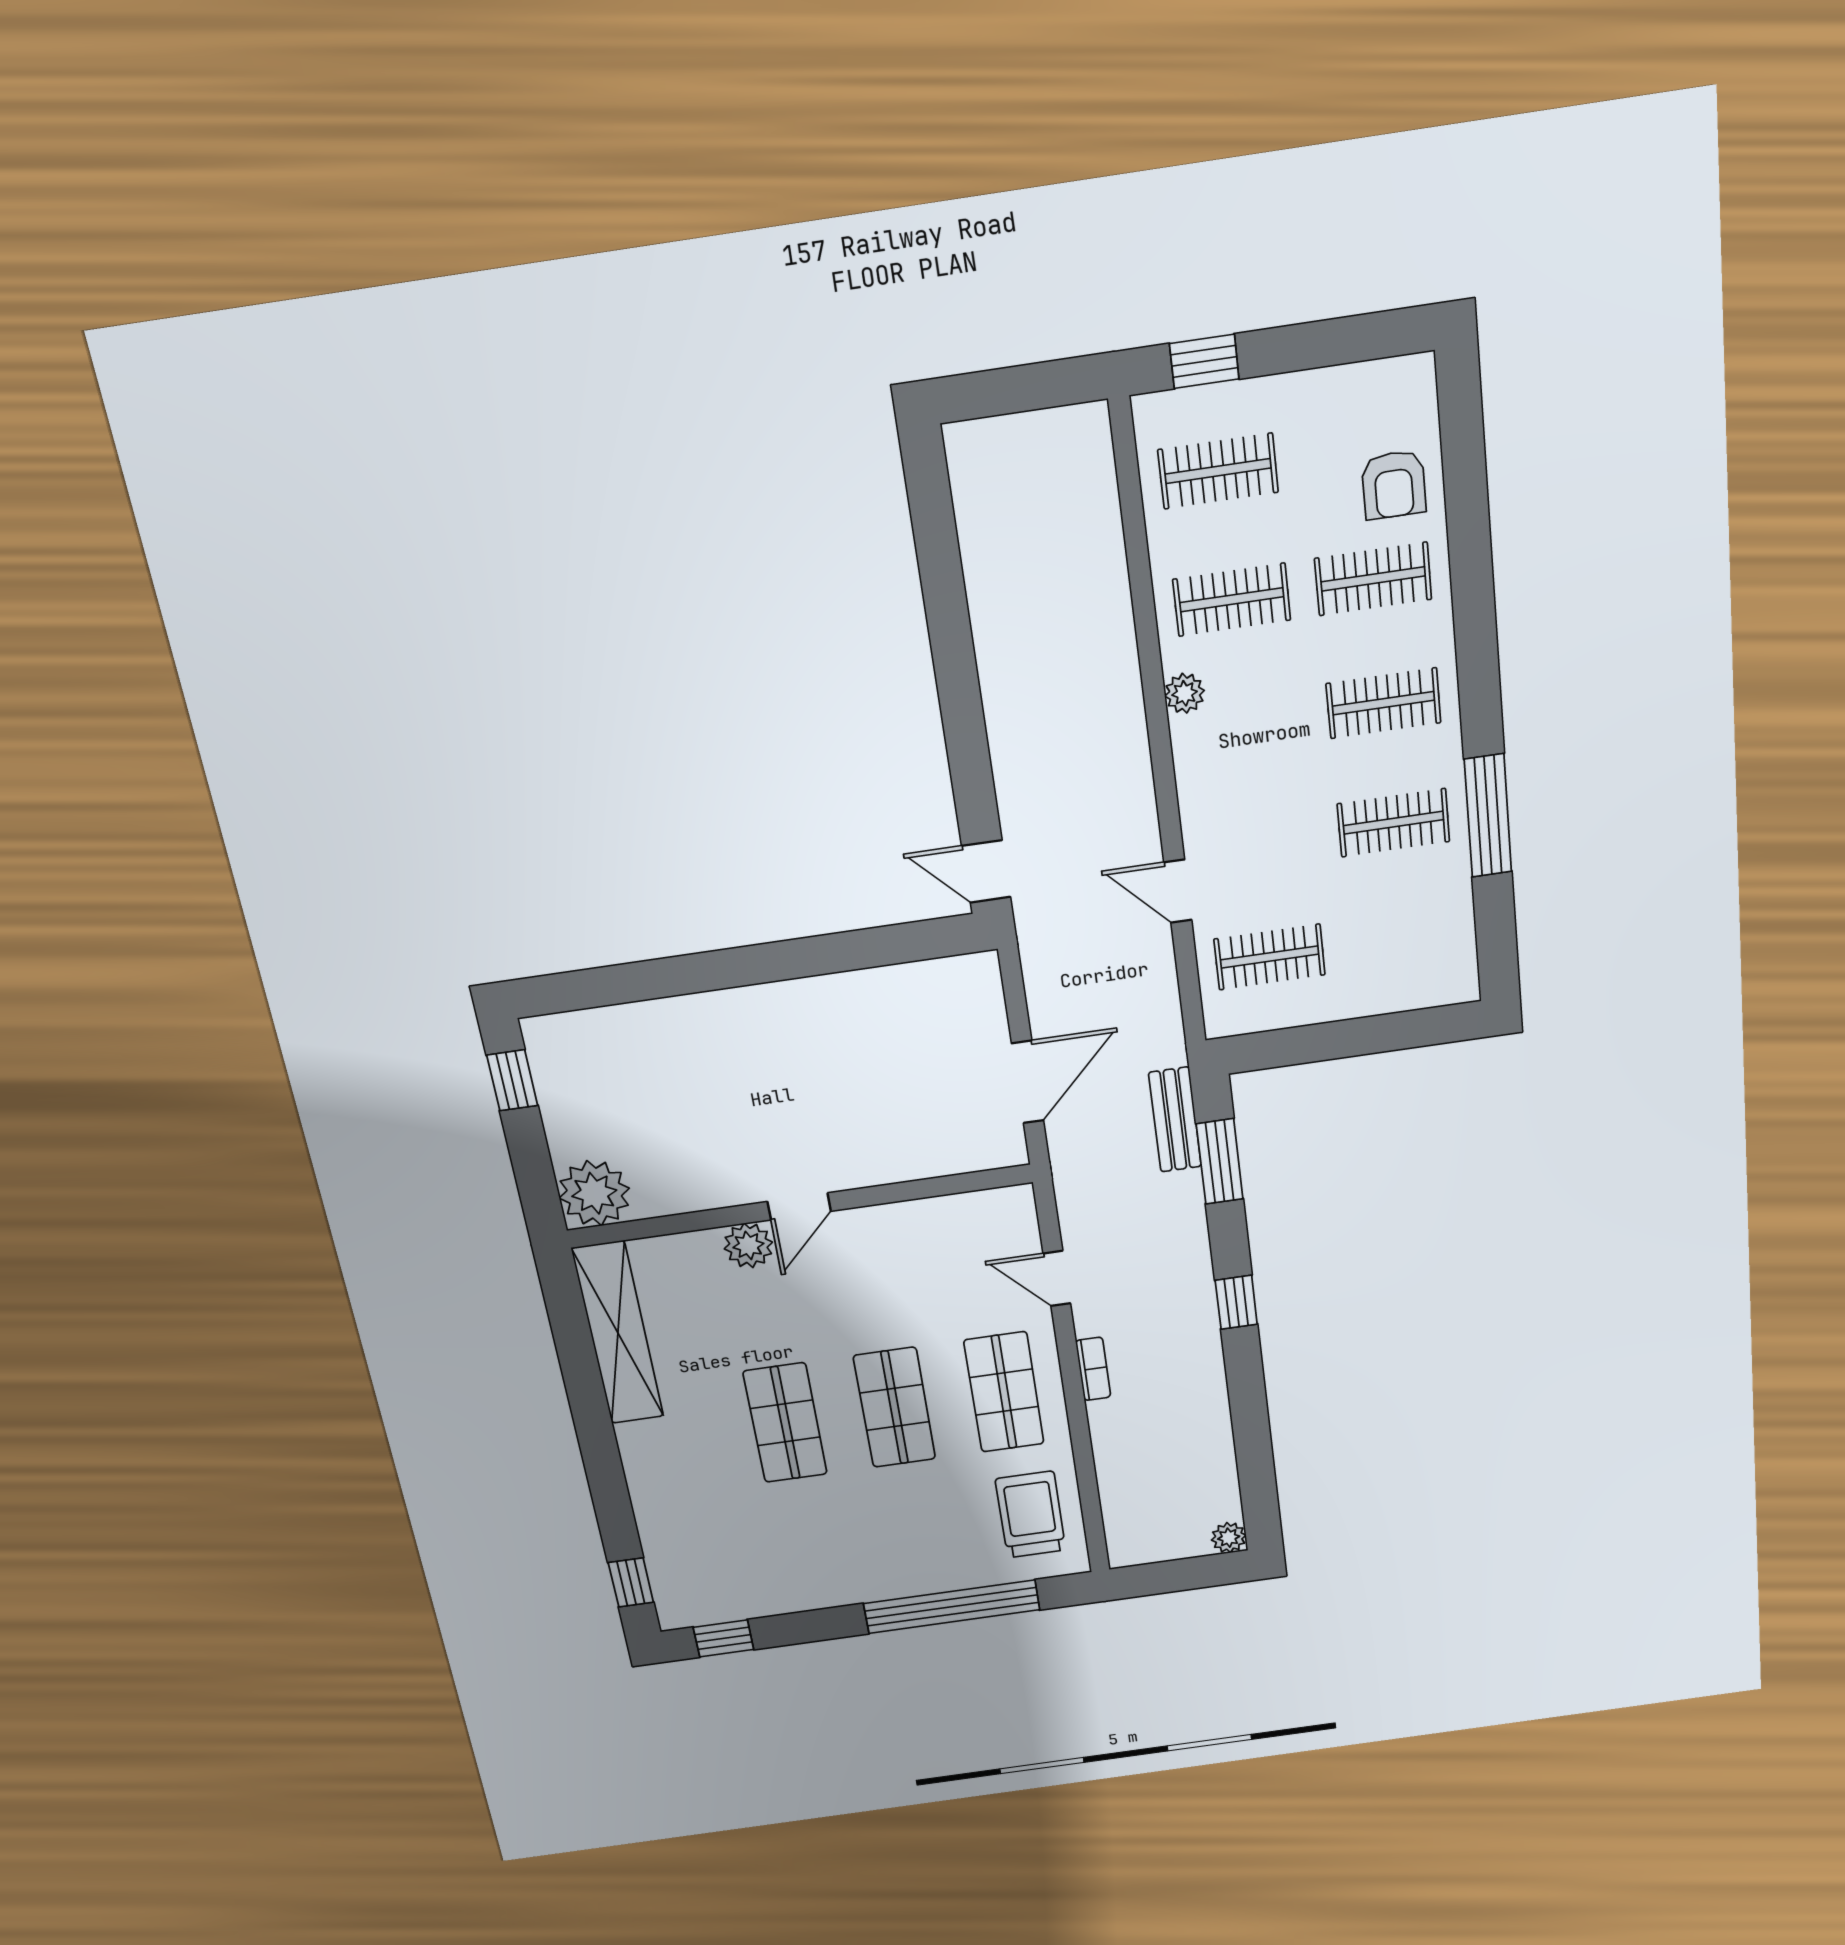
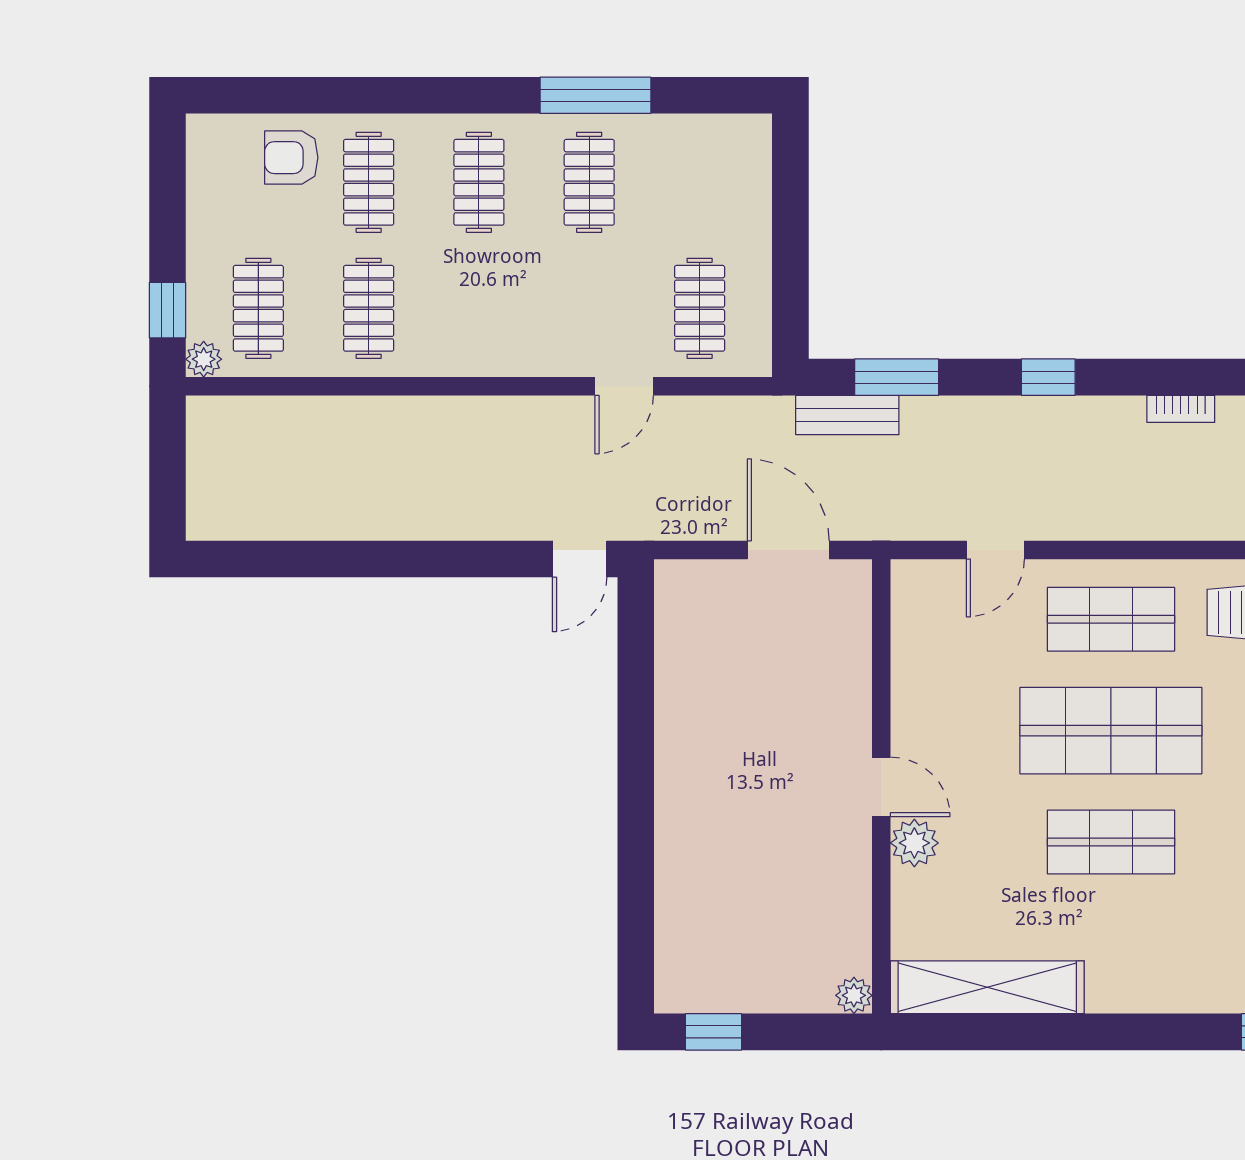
armchair: (1394, 485) -> (291, 158), turned 180
plant: (1185, 693) -> (204, 359), moved
plant: (594, 1193) -> (854, 995), width x0.53, depth x0.53
bookcase: (1093, 1369) -> (1181, 409), moved, turned 180
shop shelf: (894, 1407) -> (1111, 731), width x1.43, depth x1.36

